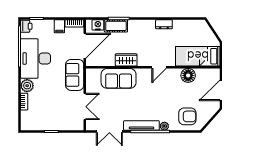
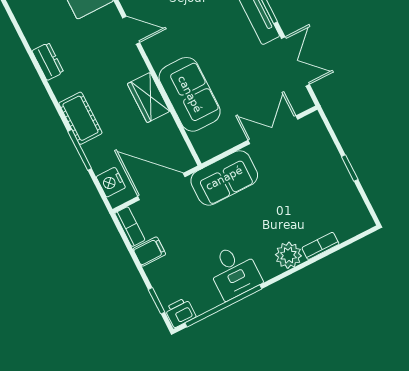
cot: (116, 26) -> (80, 118), moved
desk: (36, 58) -> (234, 272), width x0.53, depth x0.77

